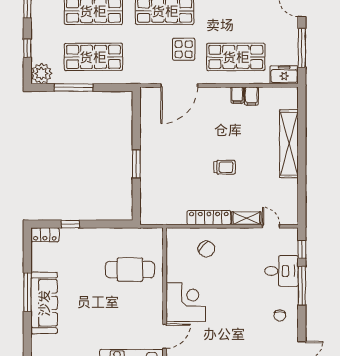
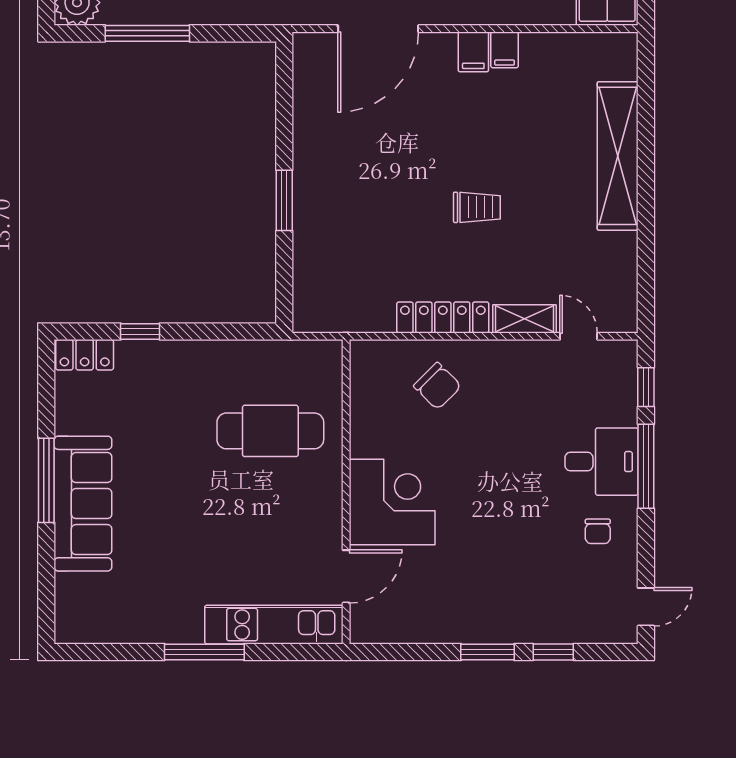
filing cabinet: (251, 96) -> (473, 52), moved
desk: (282, 271) -> (602, 462), moved

